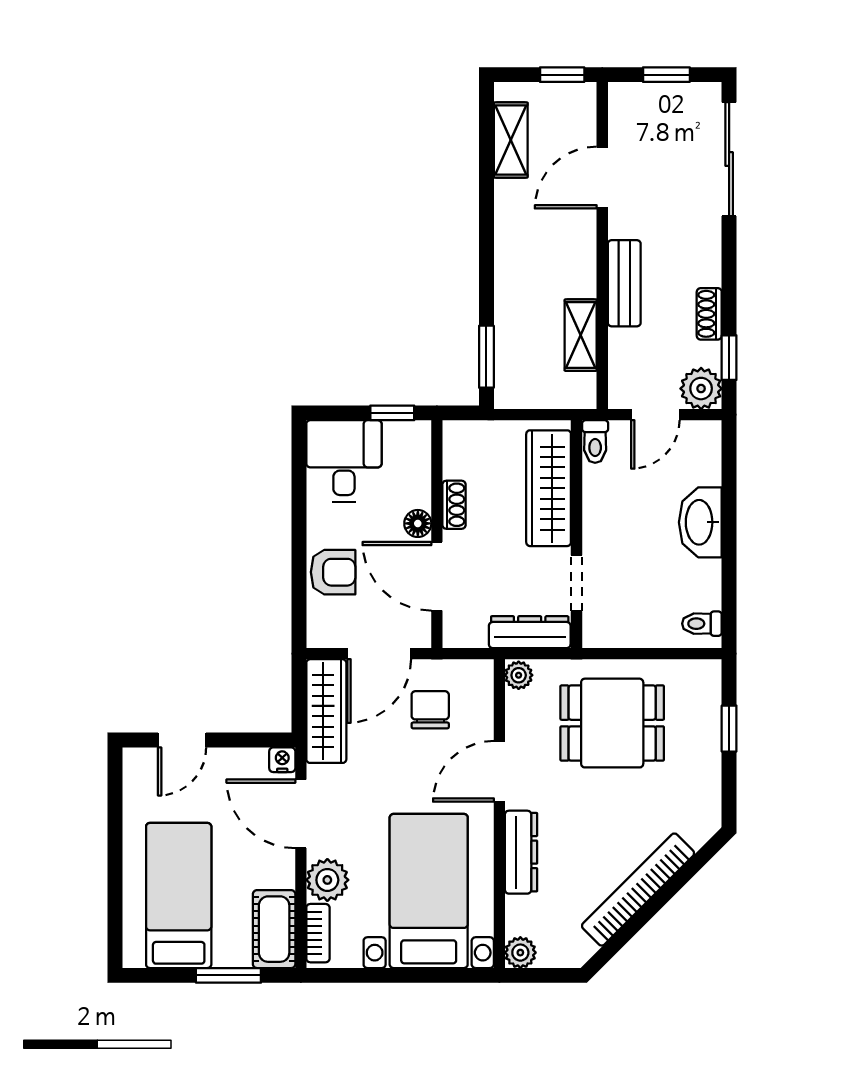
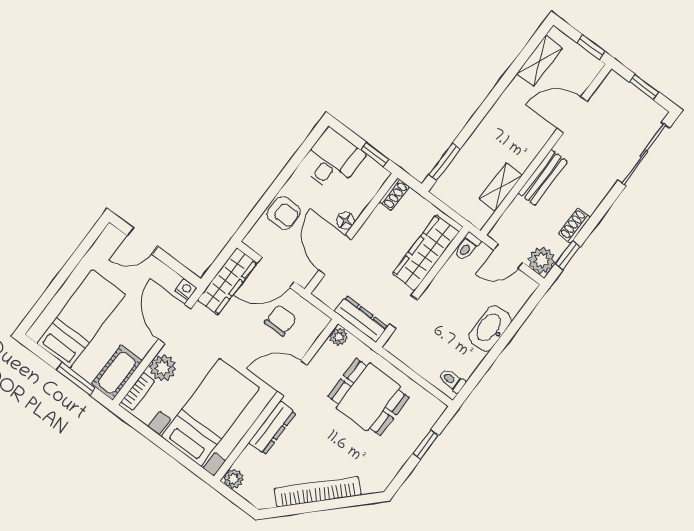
shoe rack: (454, 505) -> (394, 194), moved

